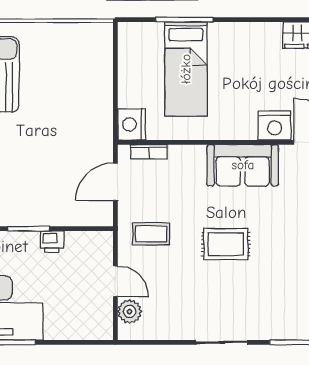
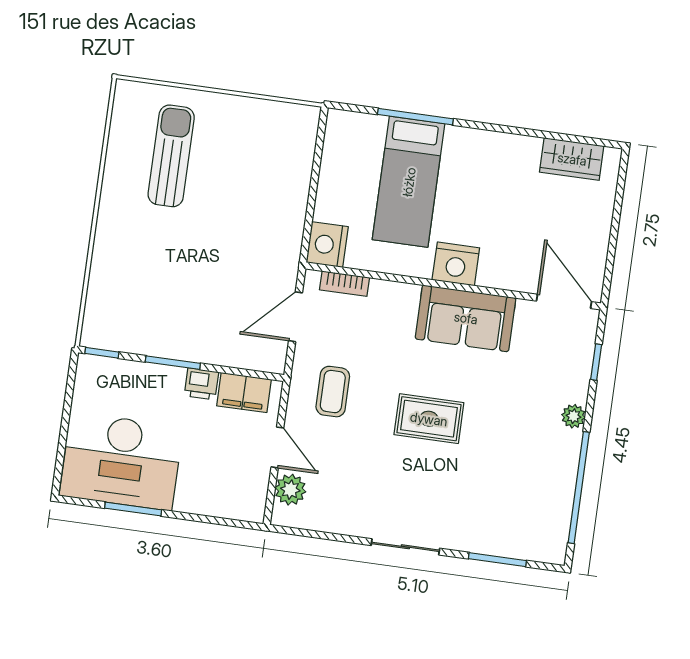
nightstand: (275, 126) -> (456, 264), moved
coffee table: (151, 234) -> (333, 392), turned 90
filing cabinet: (85, 244) -> (244, 393), added

